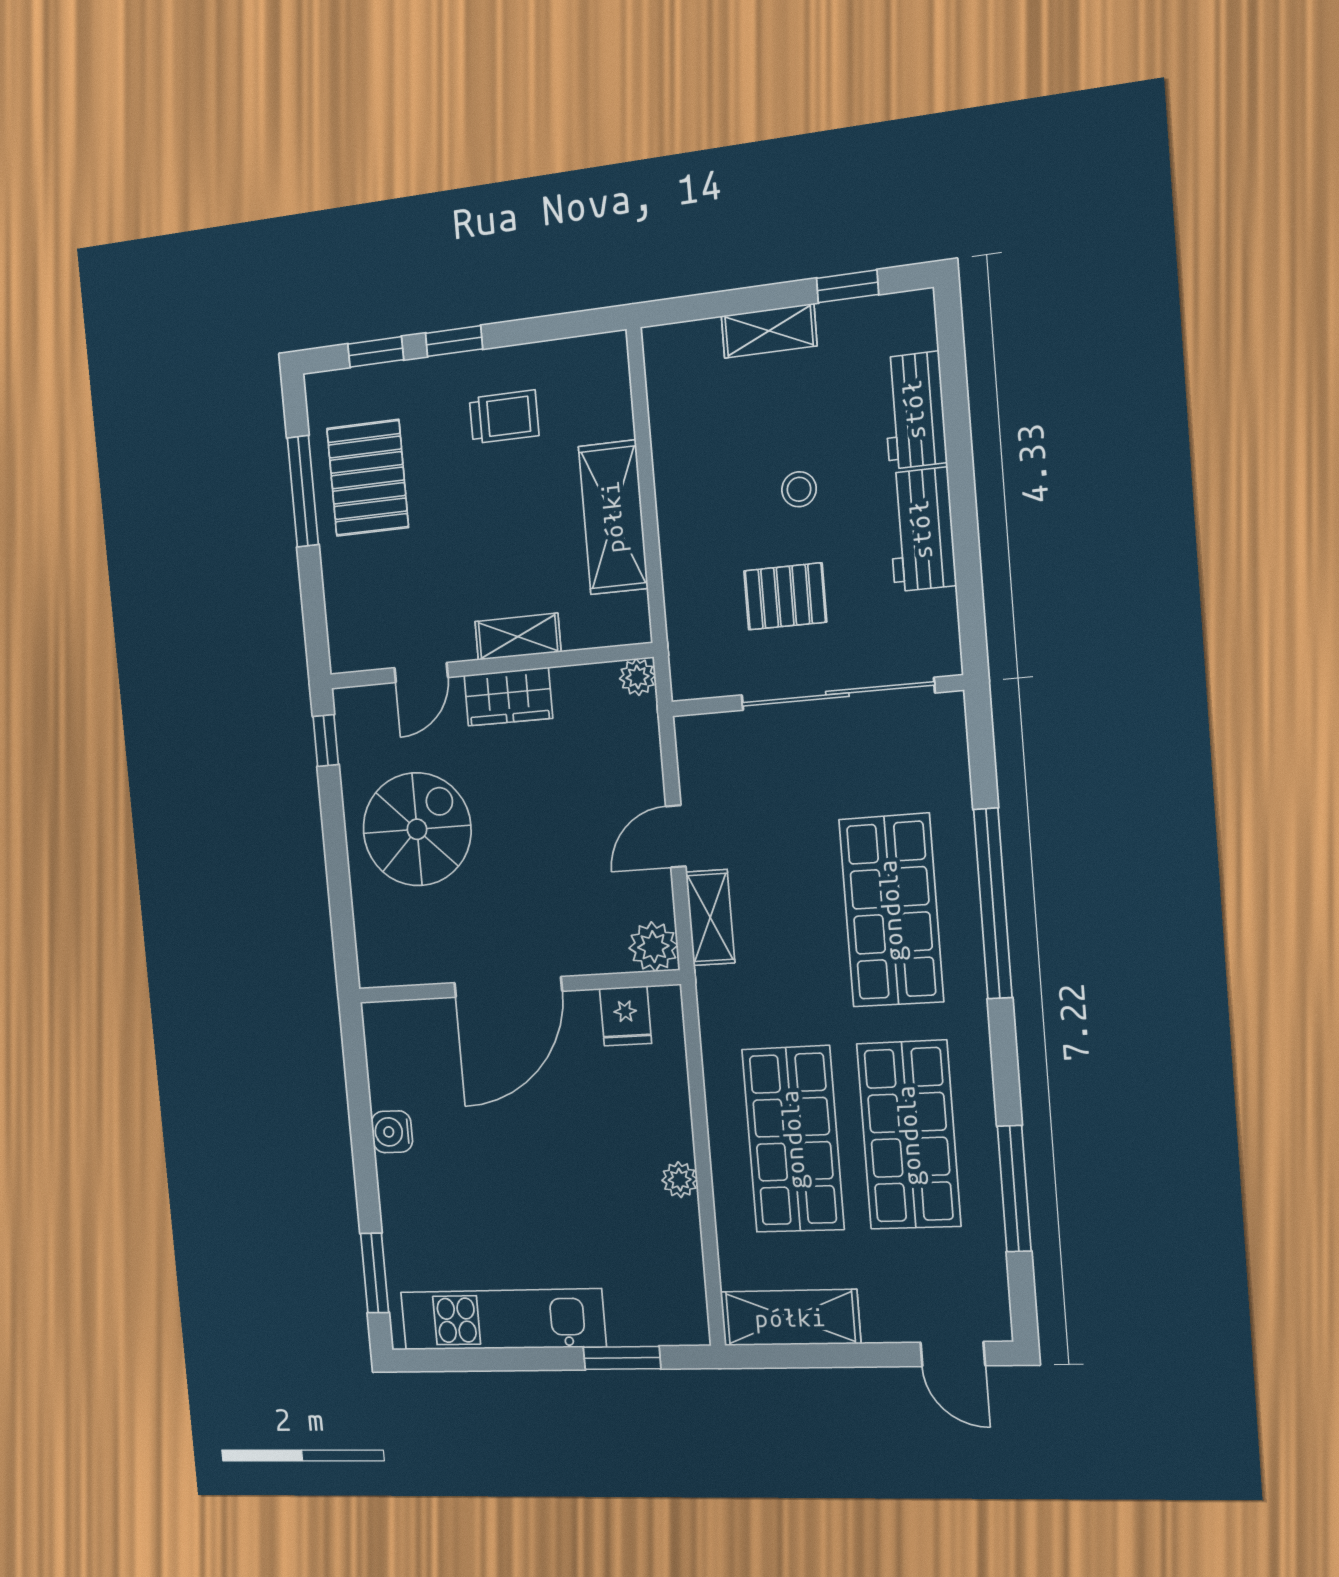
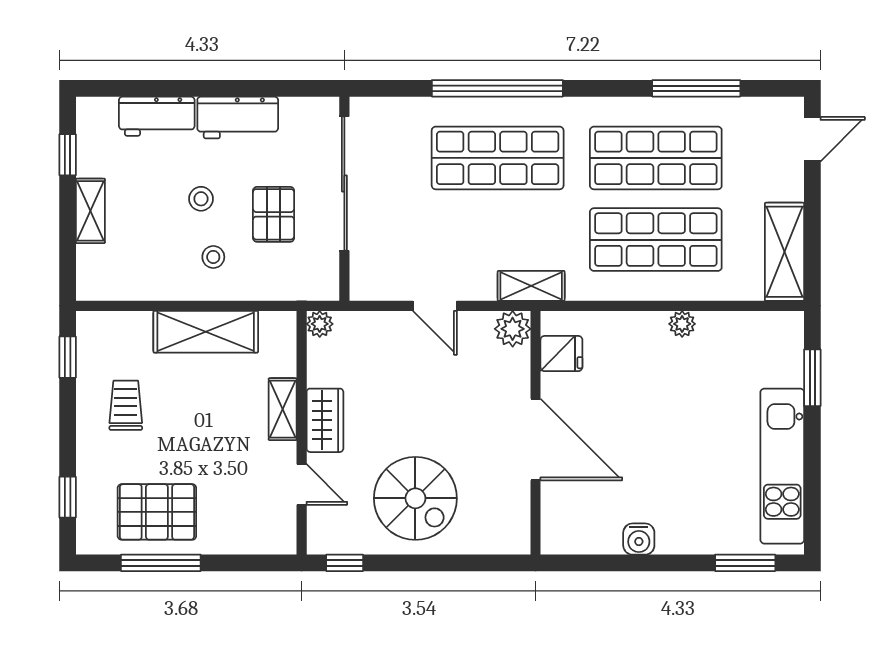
window: (454, 341) -> (68, 357), moved
stool: (718, 516) -> (213, 257), added
spiral stairs: (417, 829) -> (415, 498), turned 180
shelving: (710, 917) -> (531, 286), moved

